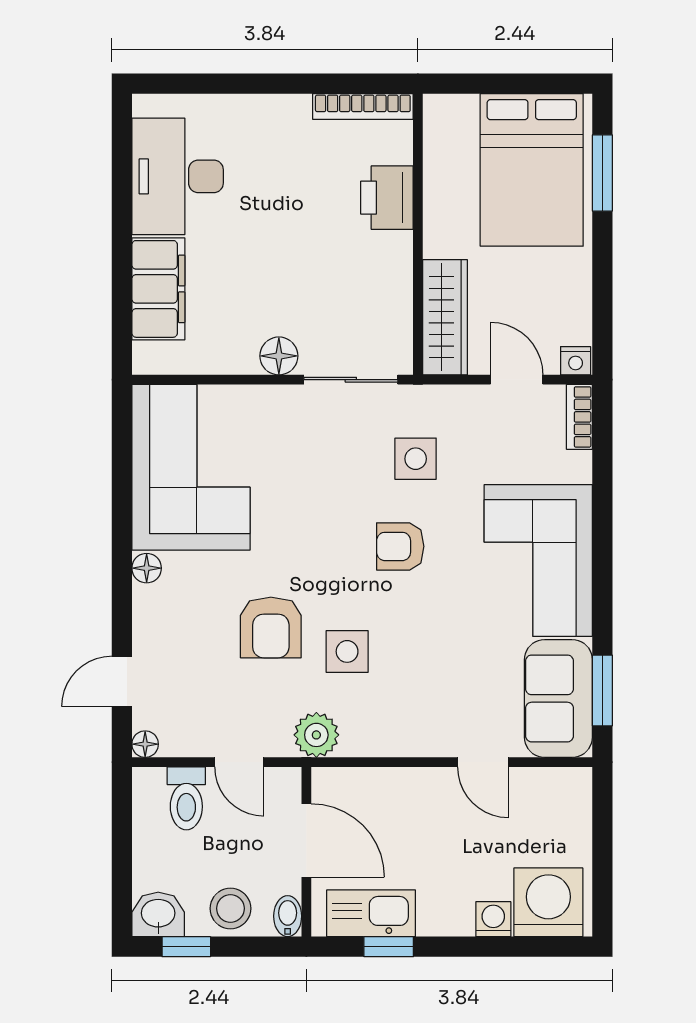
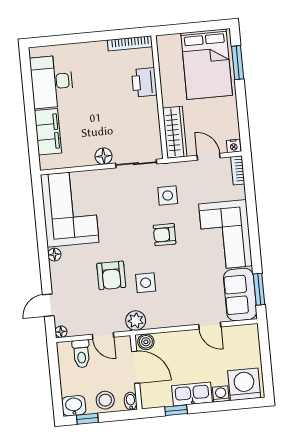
boiler: (335, 785) -> (146, 342), added
kitchen sink: (371, 913) -> (192, 394), moved

